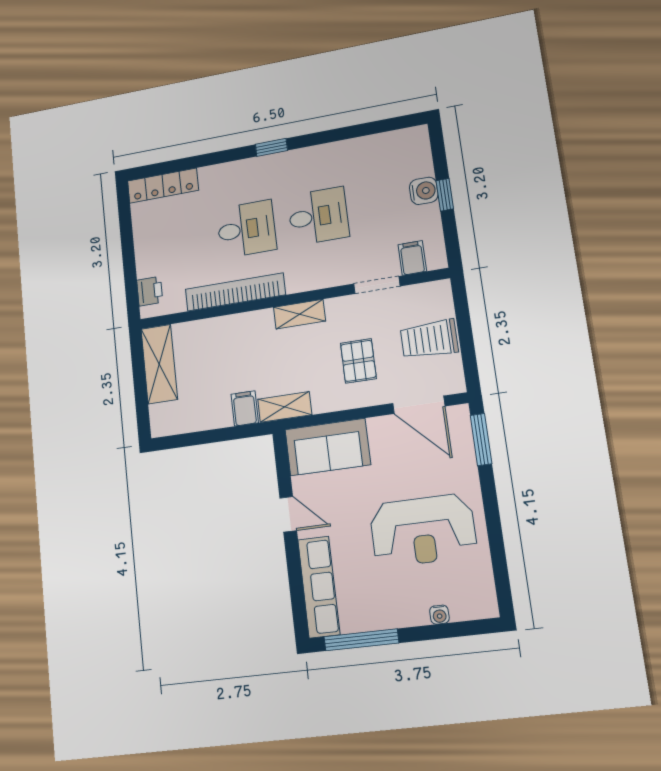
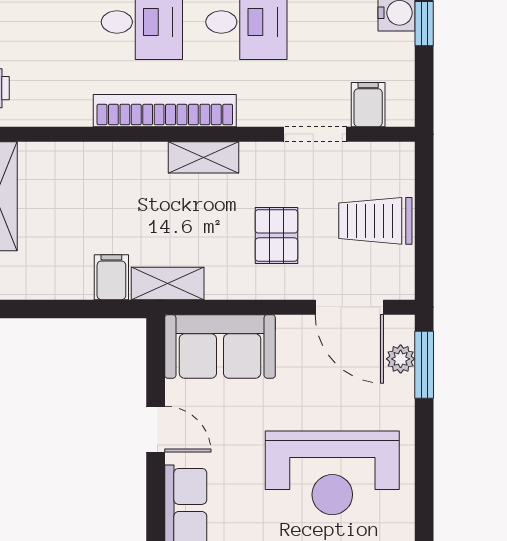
bookcase: (235, 292) -> (165, 111), moved
plant: (462, 438) -> (401, 359), added

